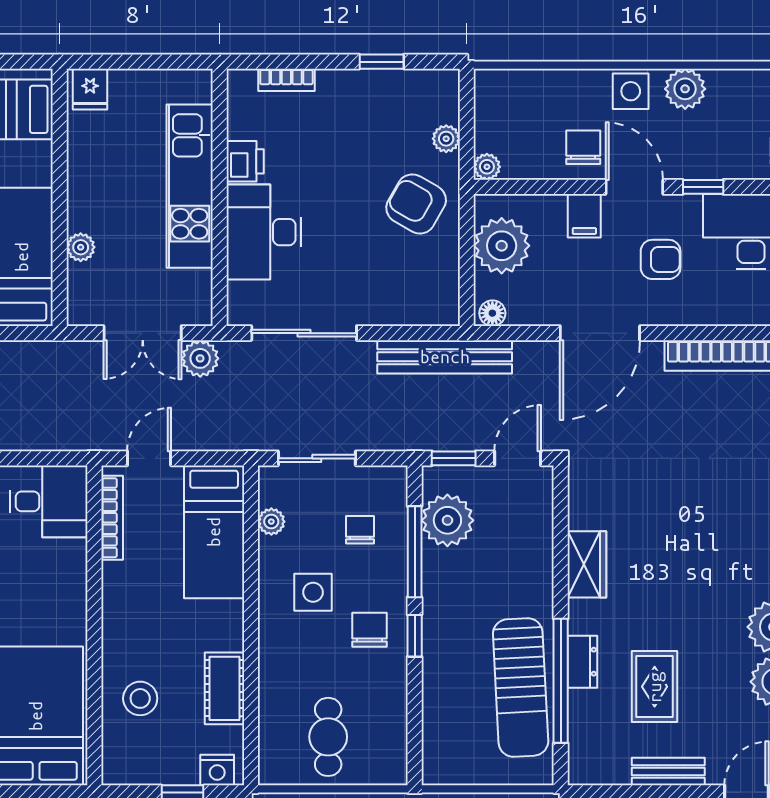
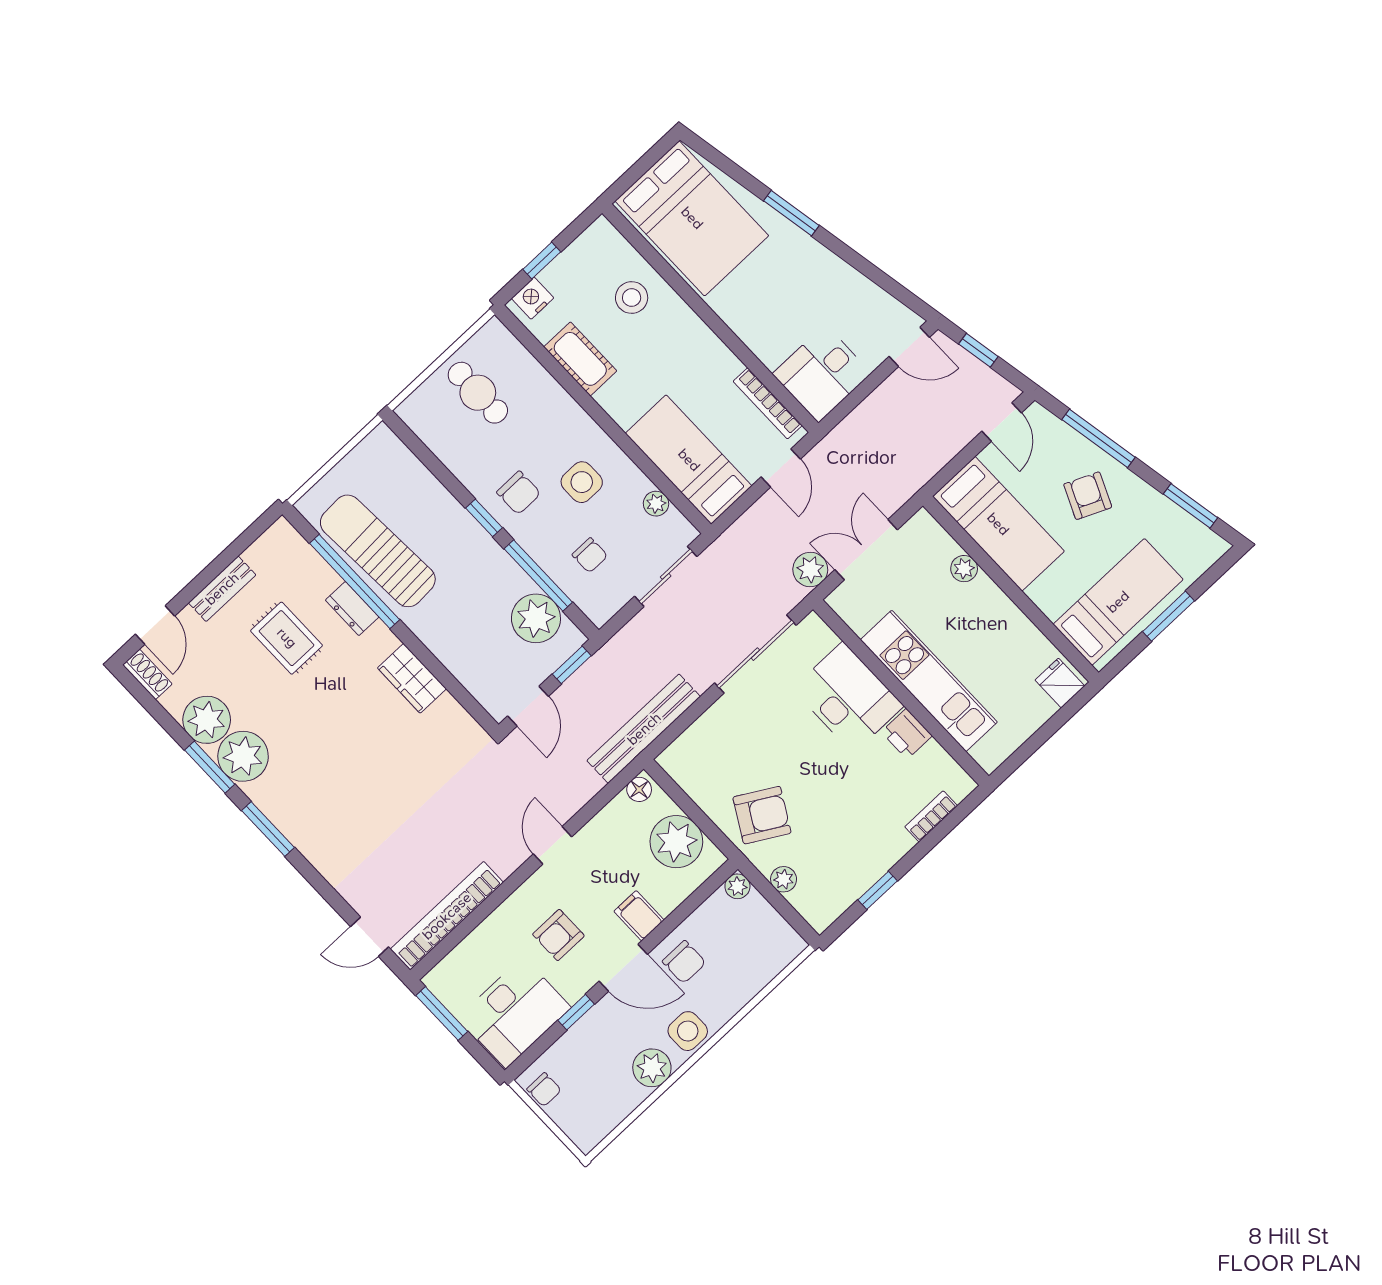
door: (600, 333) -> (552, 845), width x0.53

